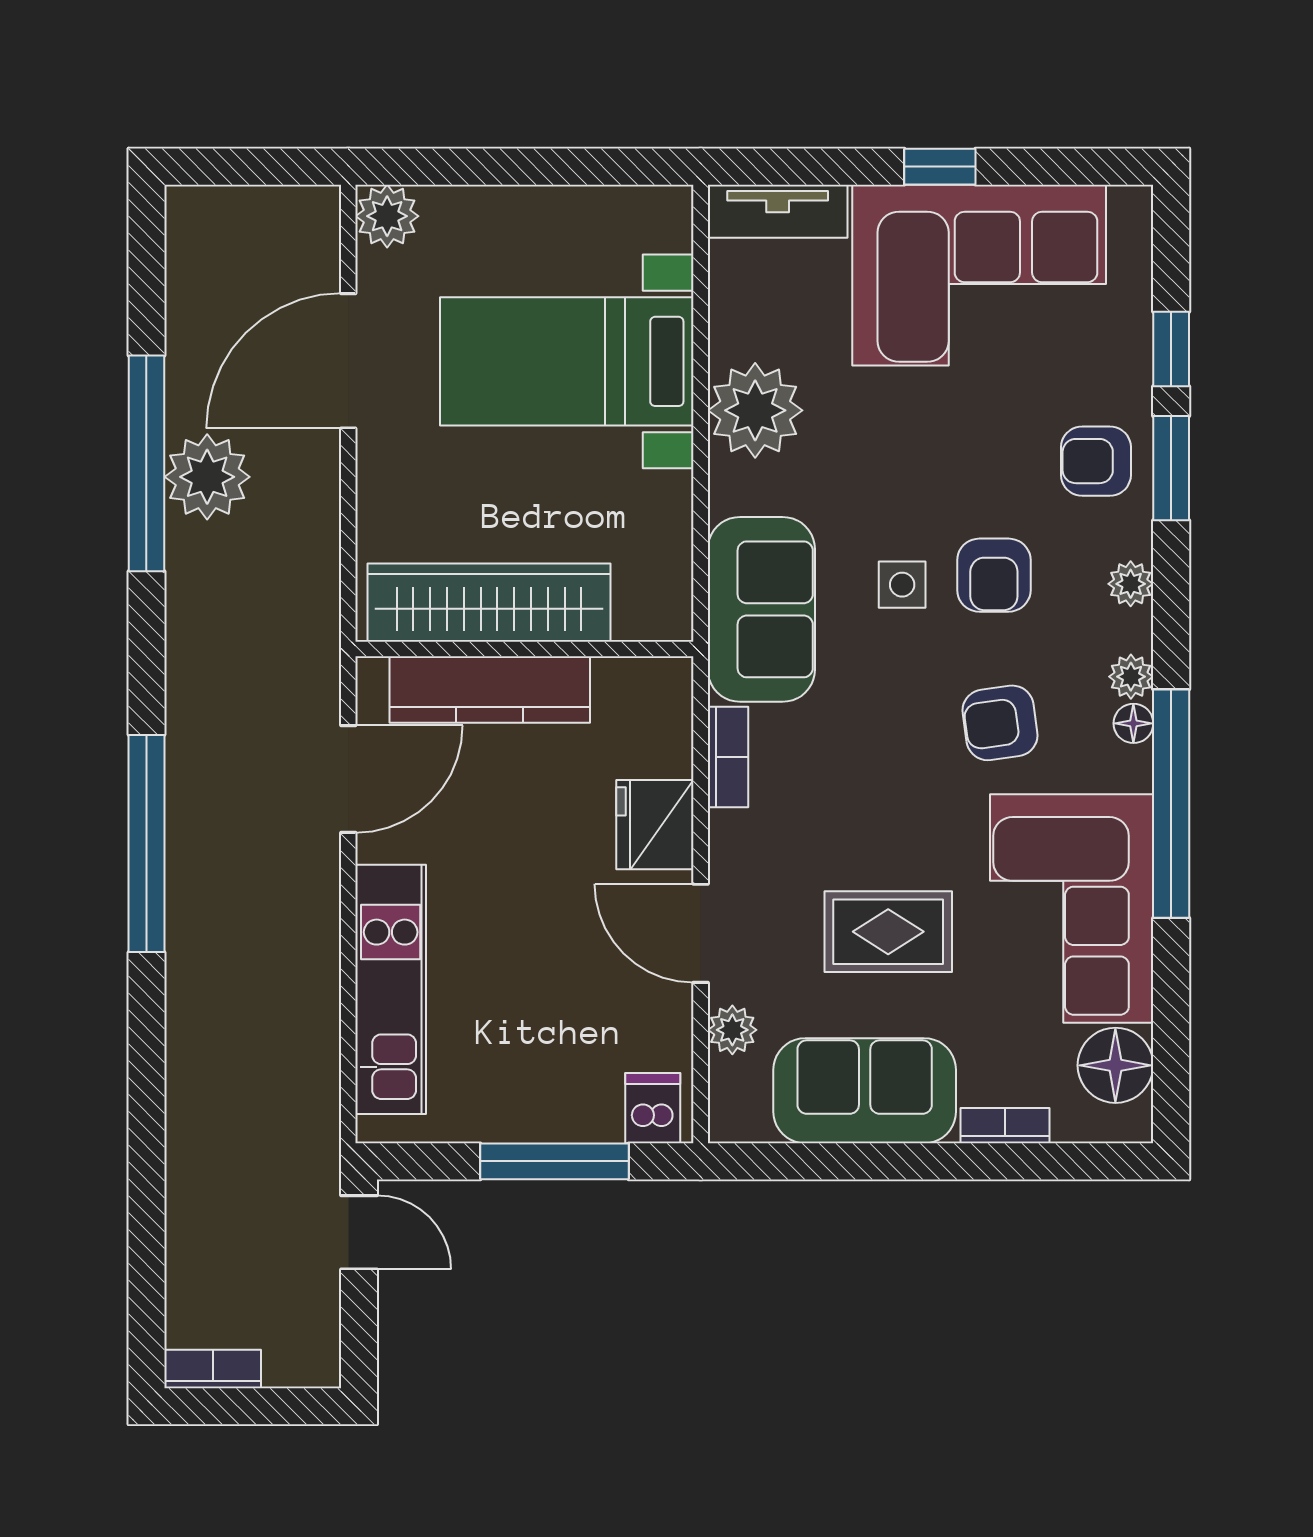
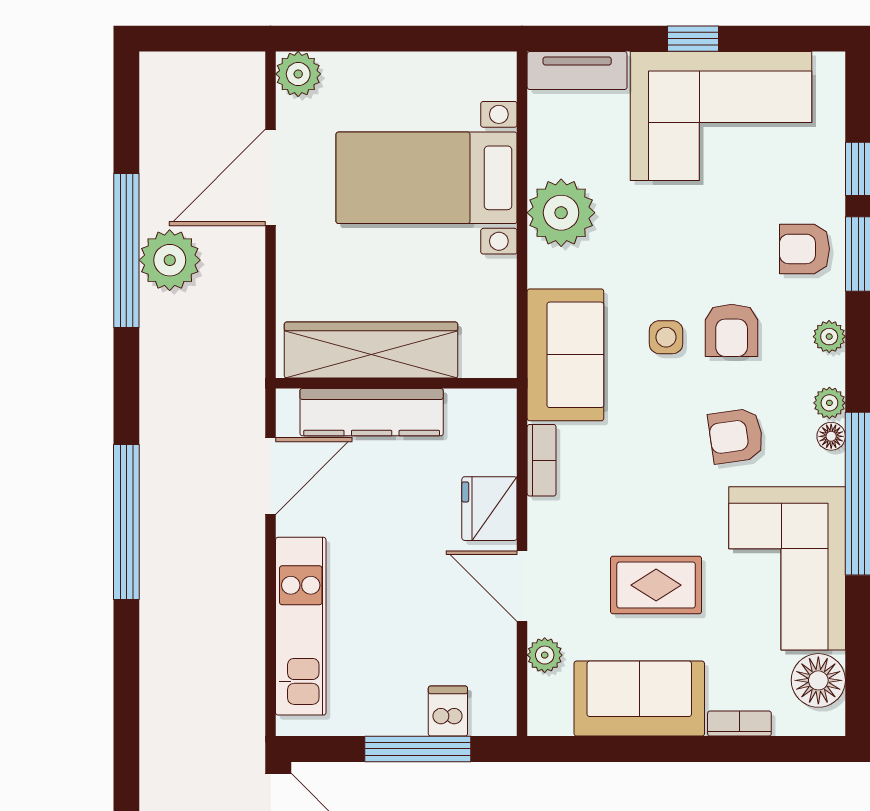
dishwasher: (653, 1108) -> (448, 711), moved

